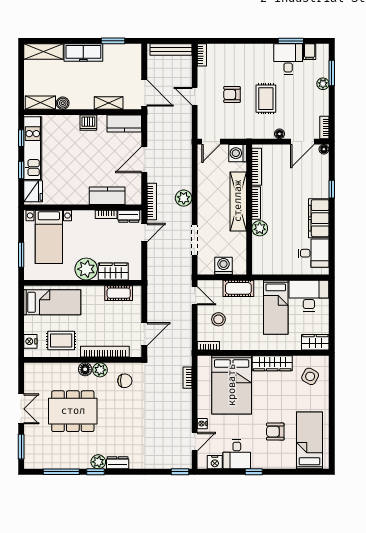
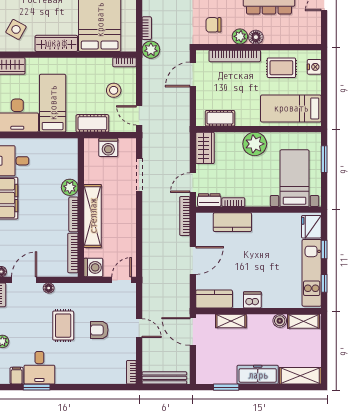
armchair: (232, 94) -> (99, 330), turned 180
plant: (184, 198) -> (151, 50), moved
wardrobe: (113, 272) -> (205, 148), moved, turned -90

